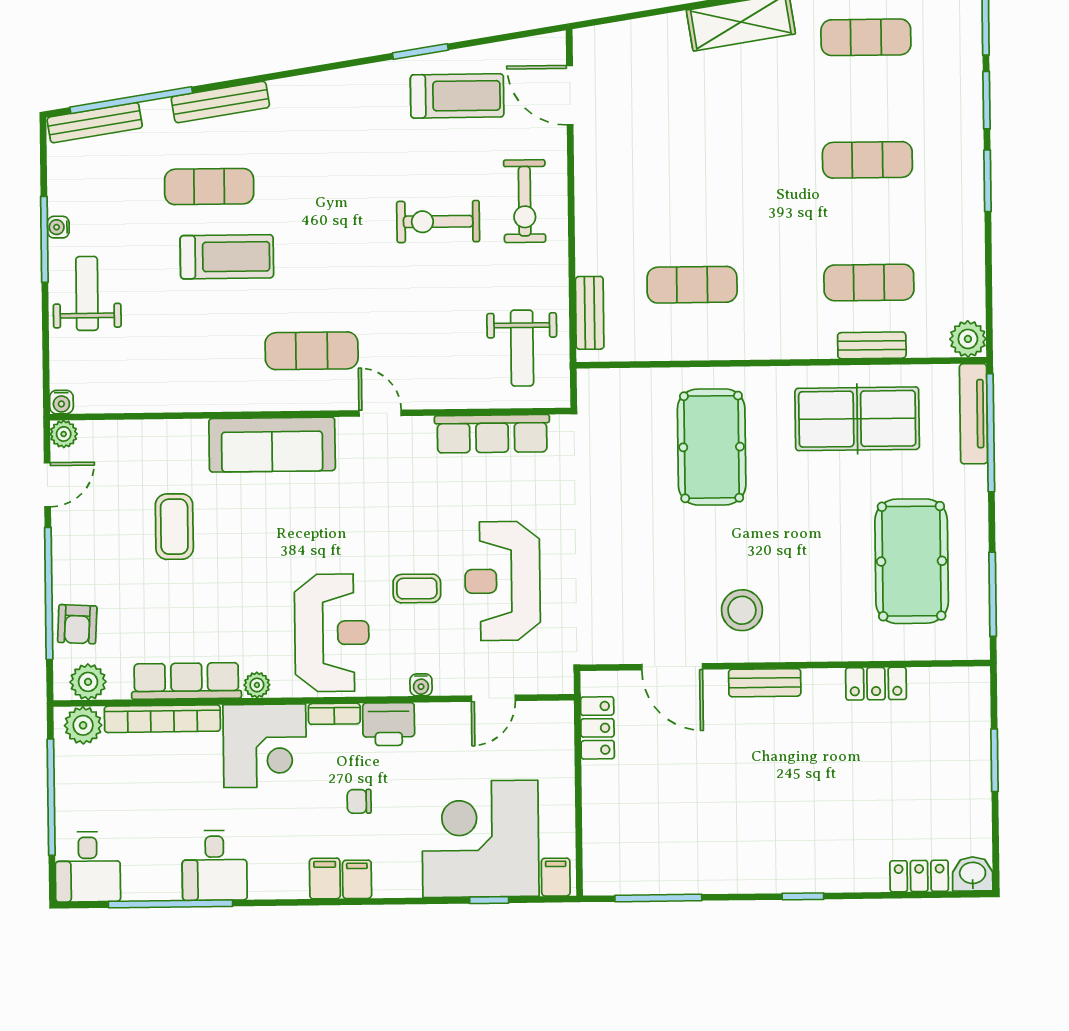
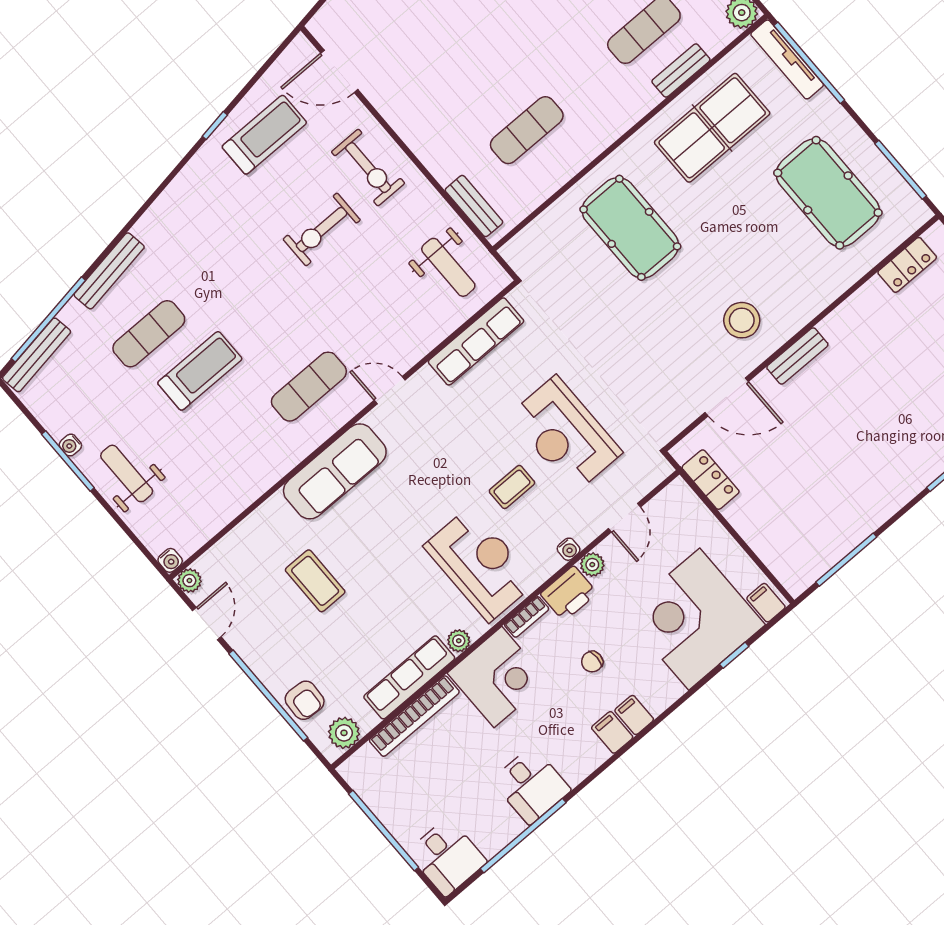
window: (420, 51) -> (215, 126), width x0.67
locker: (876, 684) -> (907, 265), moved
plant: (83, 725) -> (592, 565), moved, width x0.73, depth x0.73

